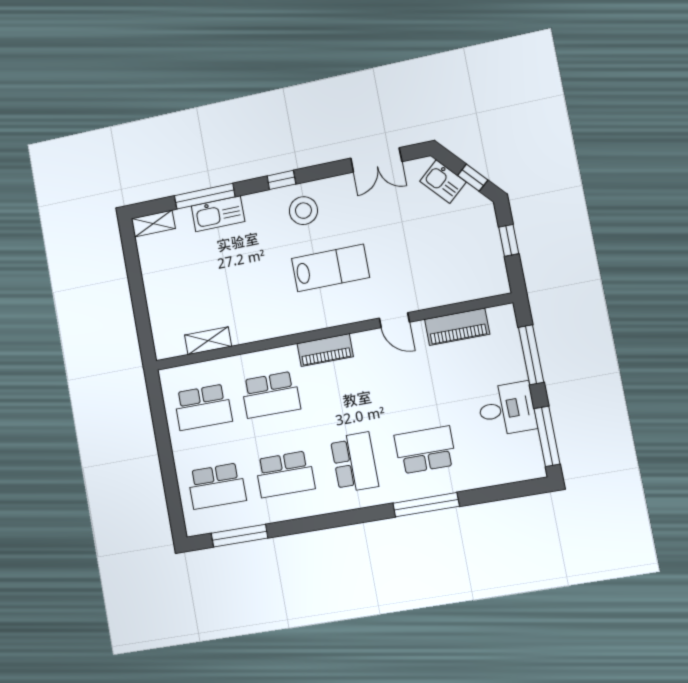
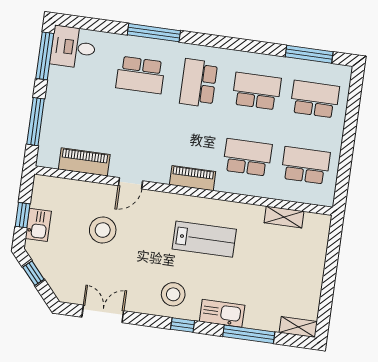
kitchen sink: (443, 182) -> (38, 225), moved, turned 41
kitchen sink: (218, 214) -> (222, 313), moved
stool: (409, 255) -> (103, 230), added
lab bench: (330, 268) -> (204, 239), moved, turned 180
door: (394, 320) -> (131, 183), swing flipped
desk: (507, 409) -> (73, 47), moved

